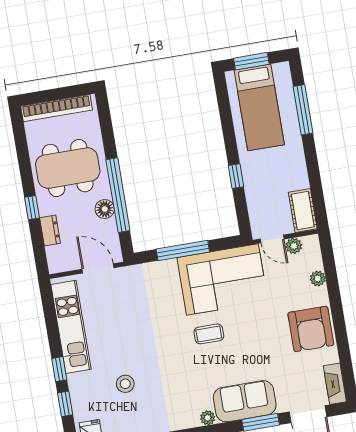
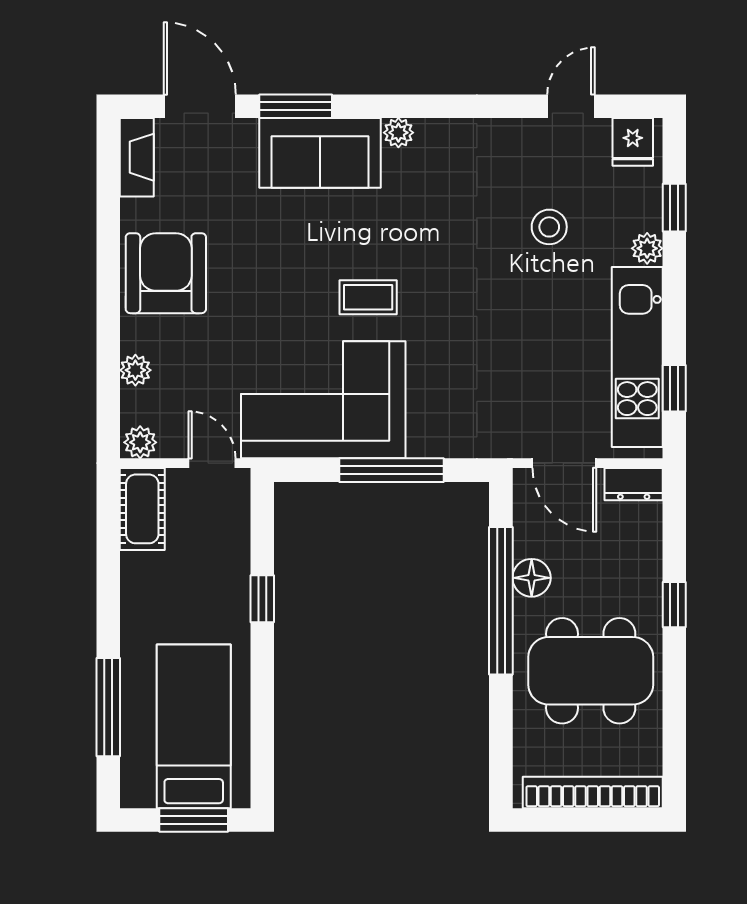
dresser: (50, 231) -> (634, 484), moved, turned -90
plant: (294, 246) -> (140, 442), moved
window: (59, 369) -> (674, 388), moved
plant: (75, 381) -> (647, 248), added

